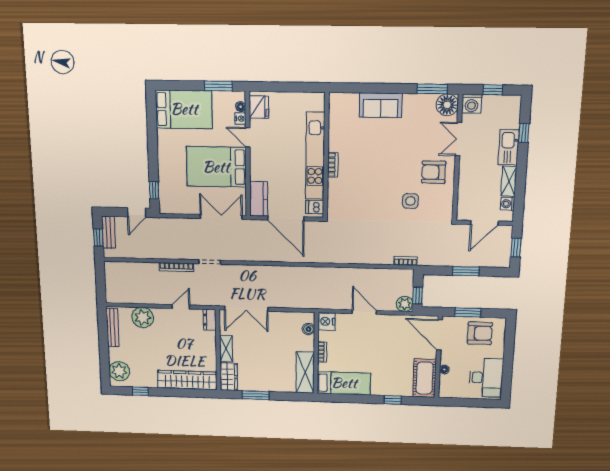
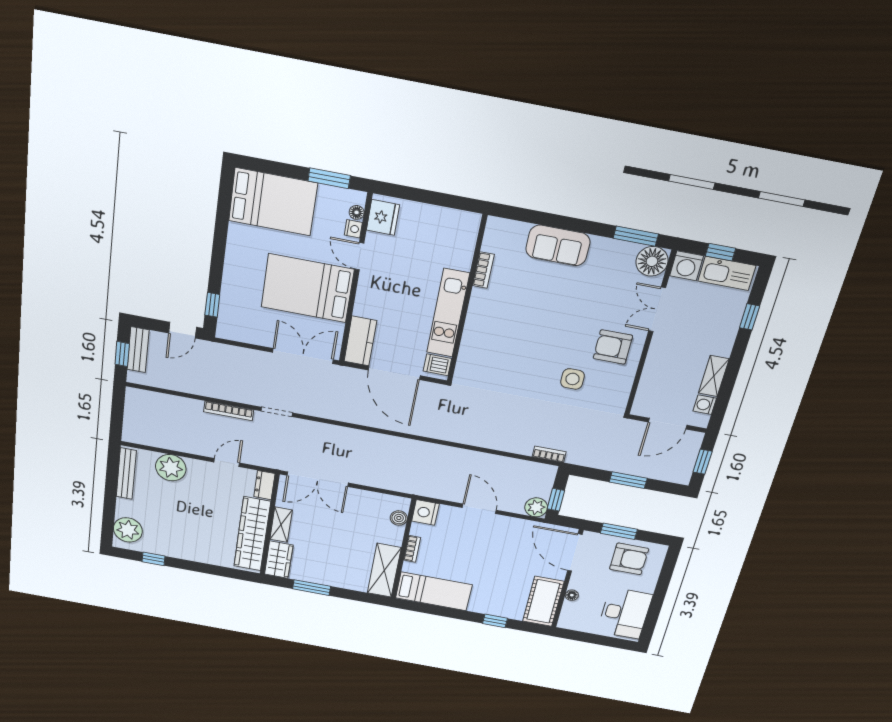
kitchen sink: (509, 147) -> (727, 273), moved, turned -90
kitchen unit: (315, 156) -> (448, 313), width x0.73
bookcase: (333, 165) -> (483, 270), moved
wardrobe: (187, 380) -> (252, 534), moved, turned -90

